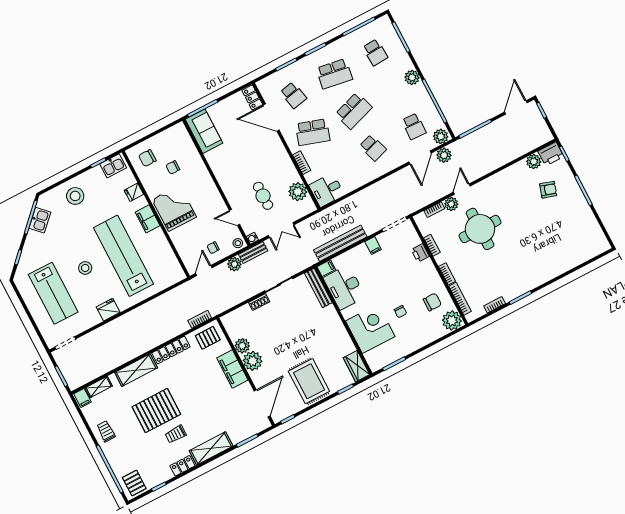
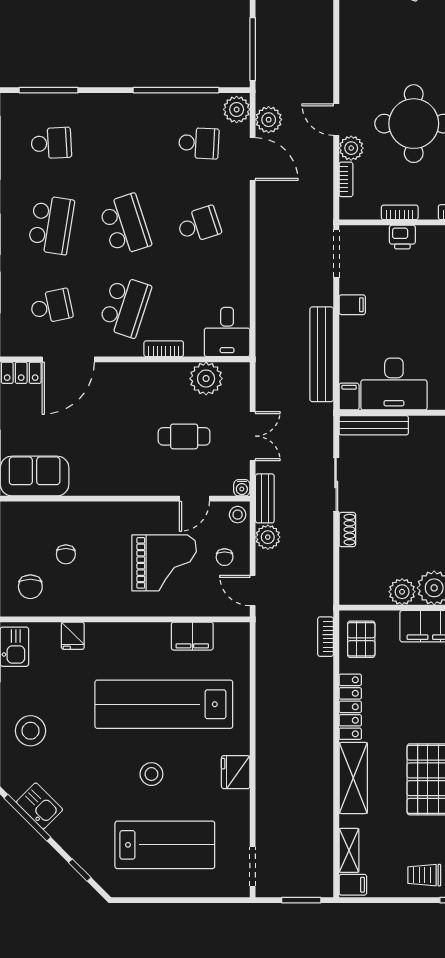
plant: (412, 77) -> (121, 106), removed
grand piano: (174, 208) -> (164, 563), moved, turned 180
filing cabinet: (148, 219) -> (192, 636), moved

